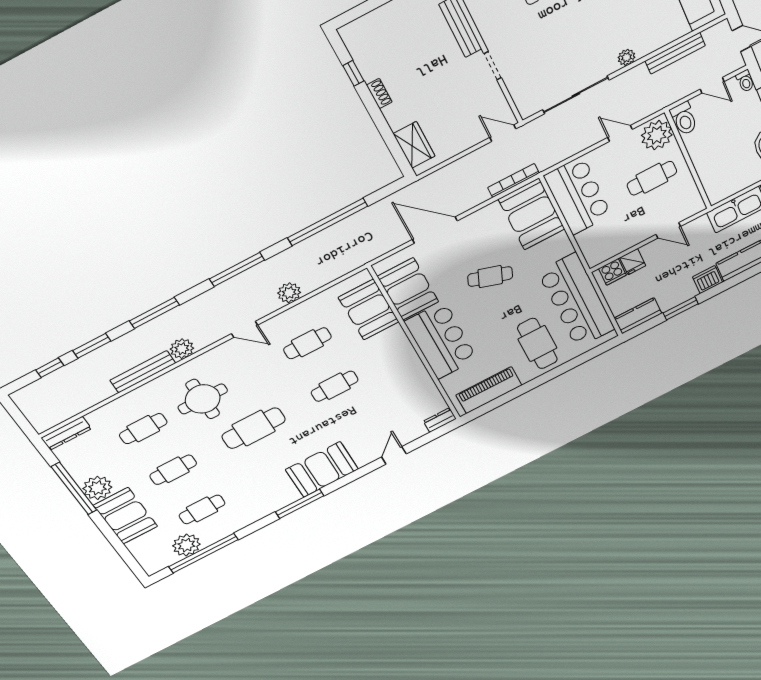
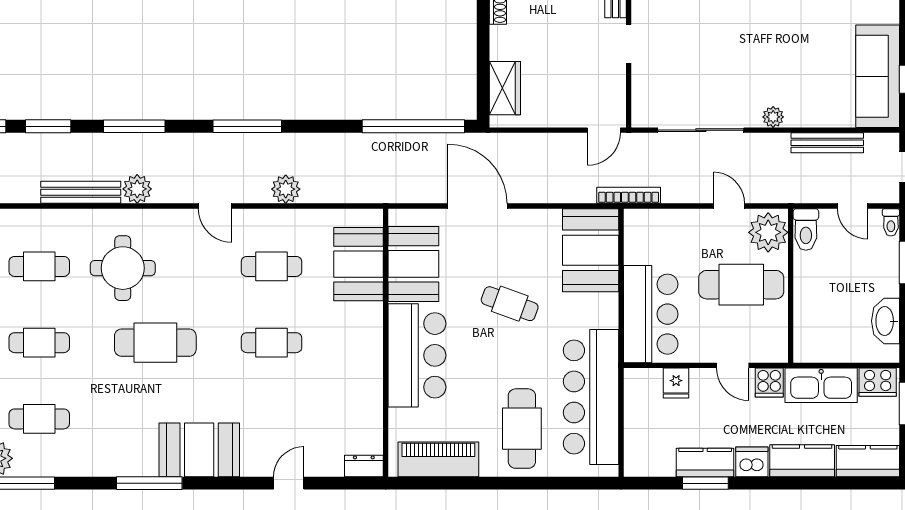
door: (503, 133) -> (604, 130), swing flipped
cafe table: (652, 178) -> (741, 285), width x1.37, depth x1.35
bookcase: (514, 180) -> (629, 195), moved
bar counter: (578, 196) -> (651, 314), moved
window: (327, 222) -> (413, 126), moved
cooker: (612, 272) -> (769, 383), moved
kitchen counter: (638, 316) -> (705, 462), moved

